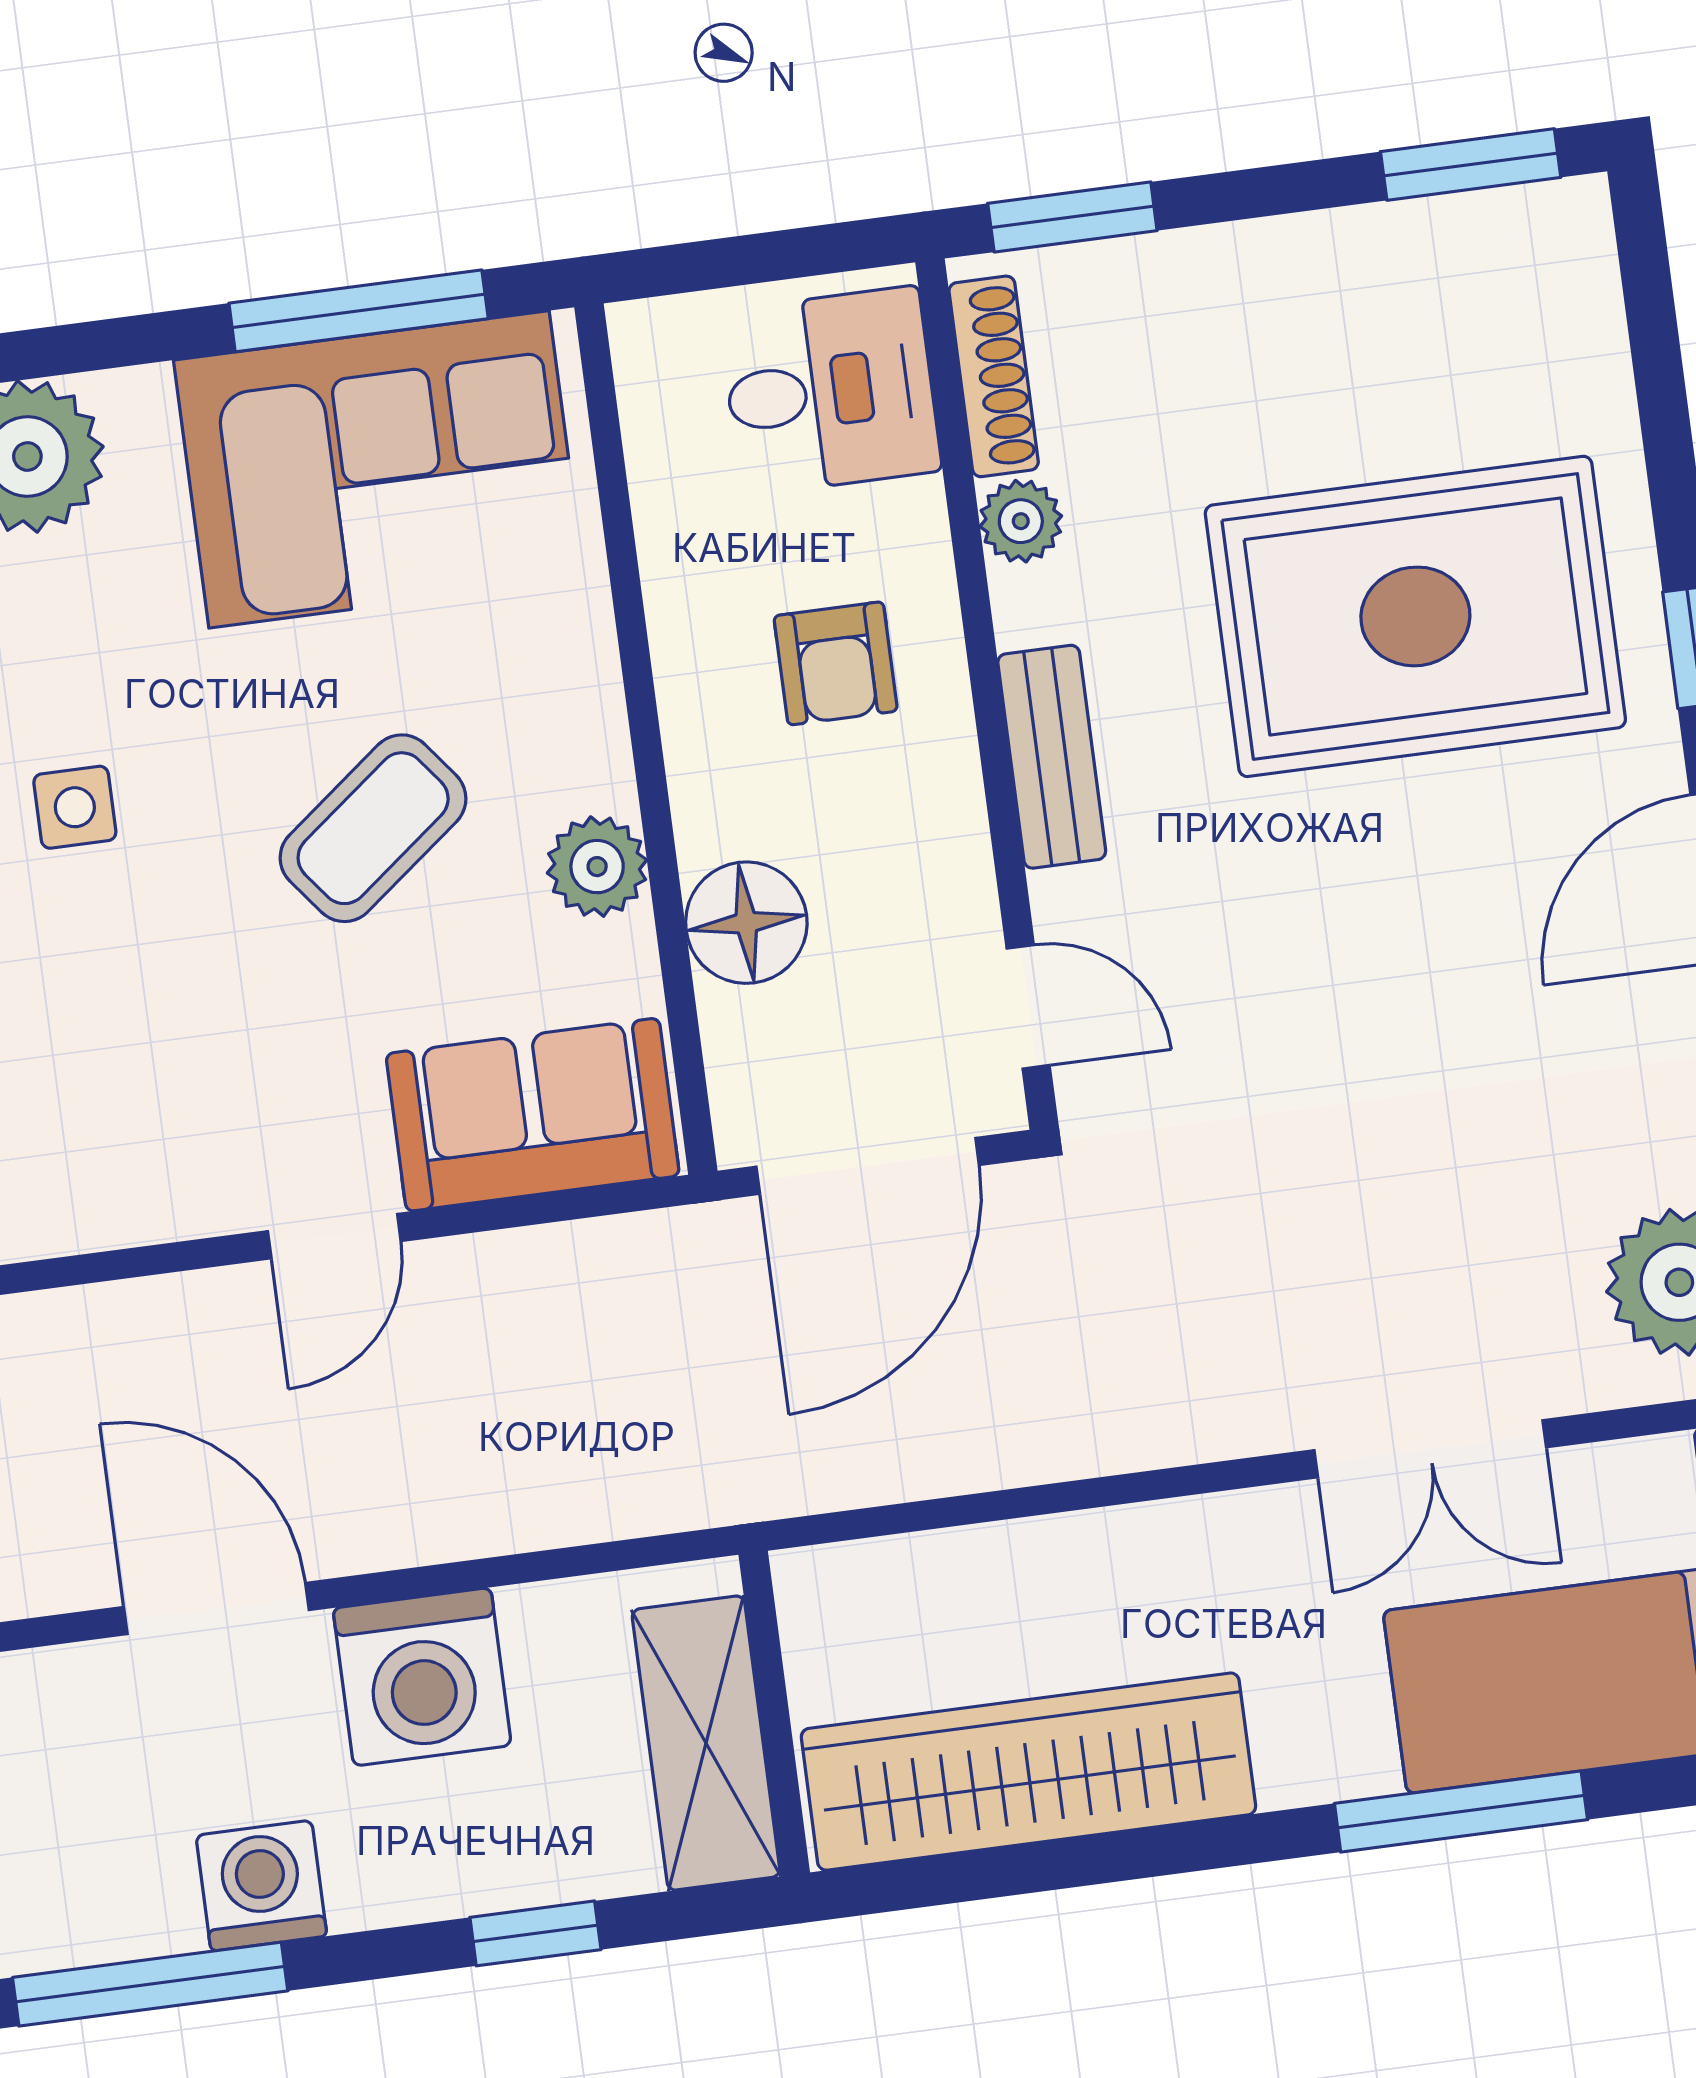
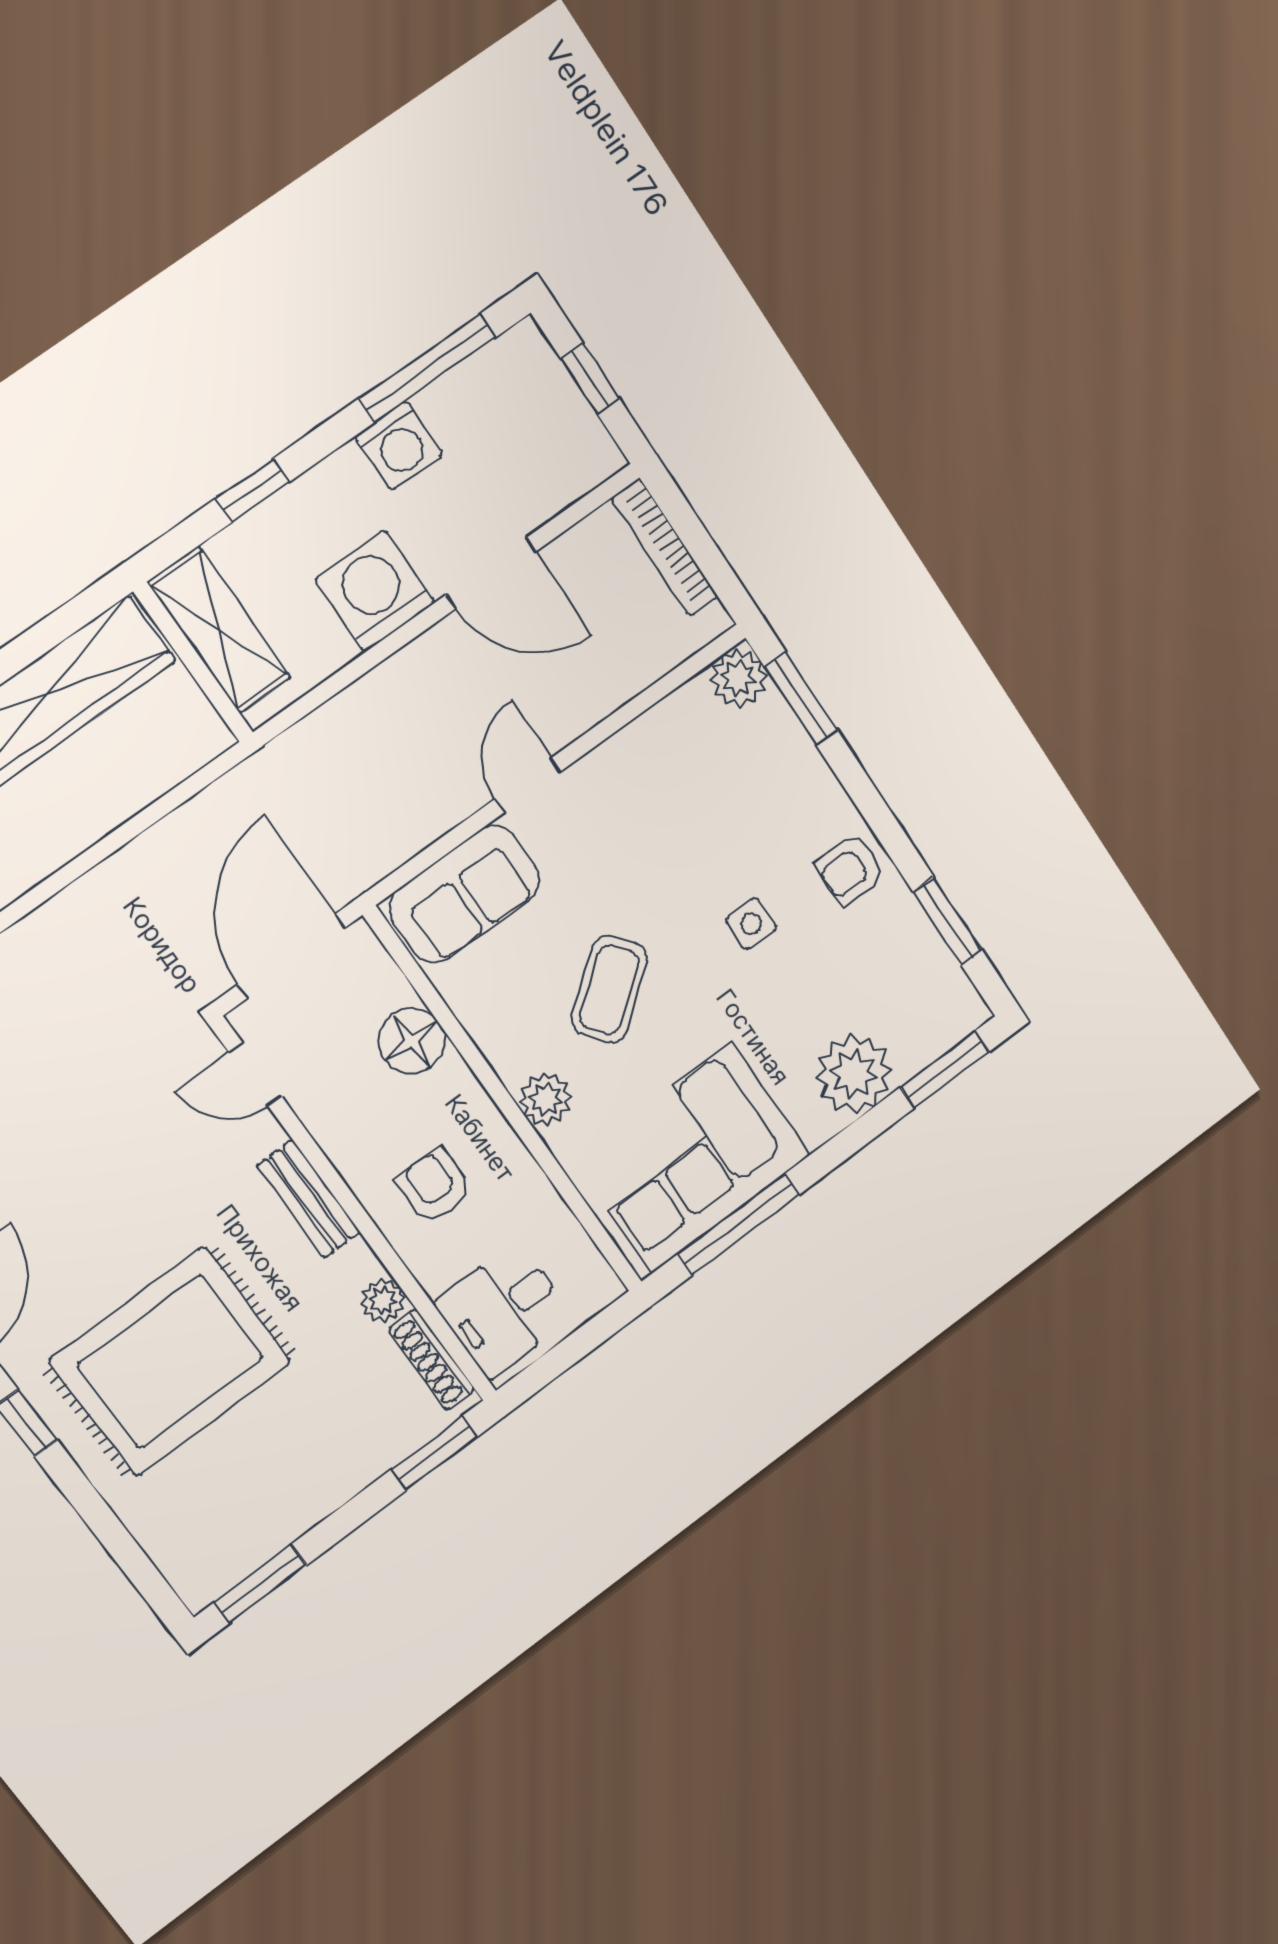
plant: (597, 867) -> (546, 1099), moved

